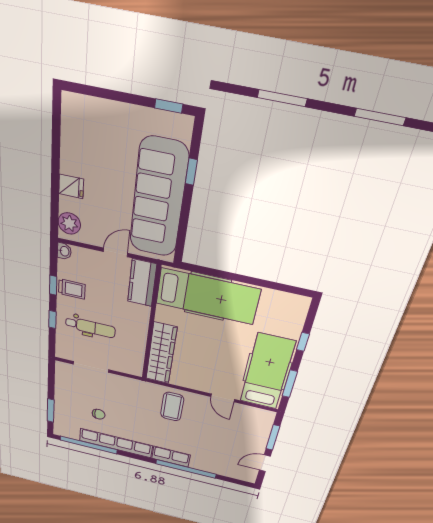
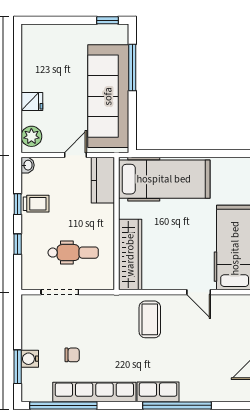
window: (191, 172) -> (132, 68), width x2.17
dental chair: (90, 327) -> (73, 253), moved
water cooler: (61, 408) -> (30, 359), added

